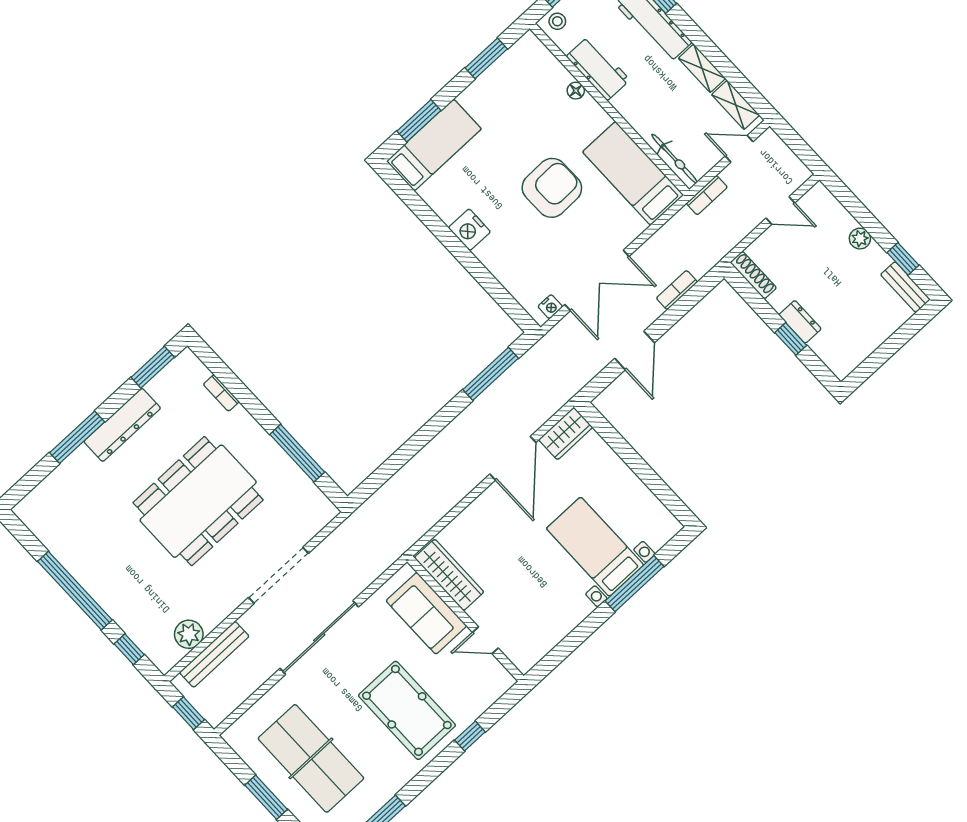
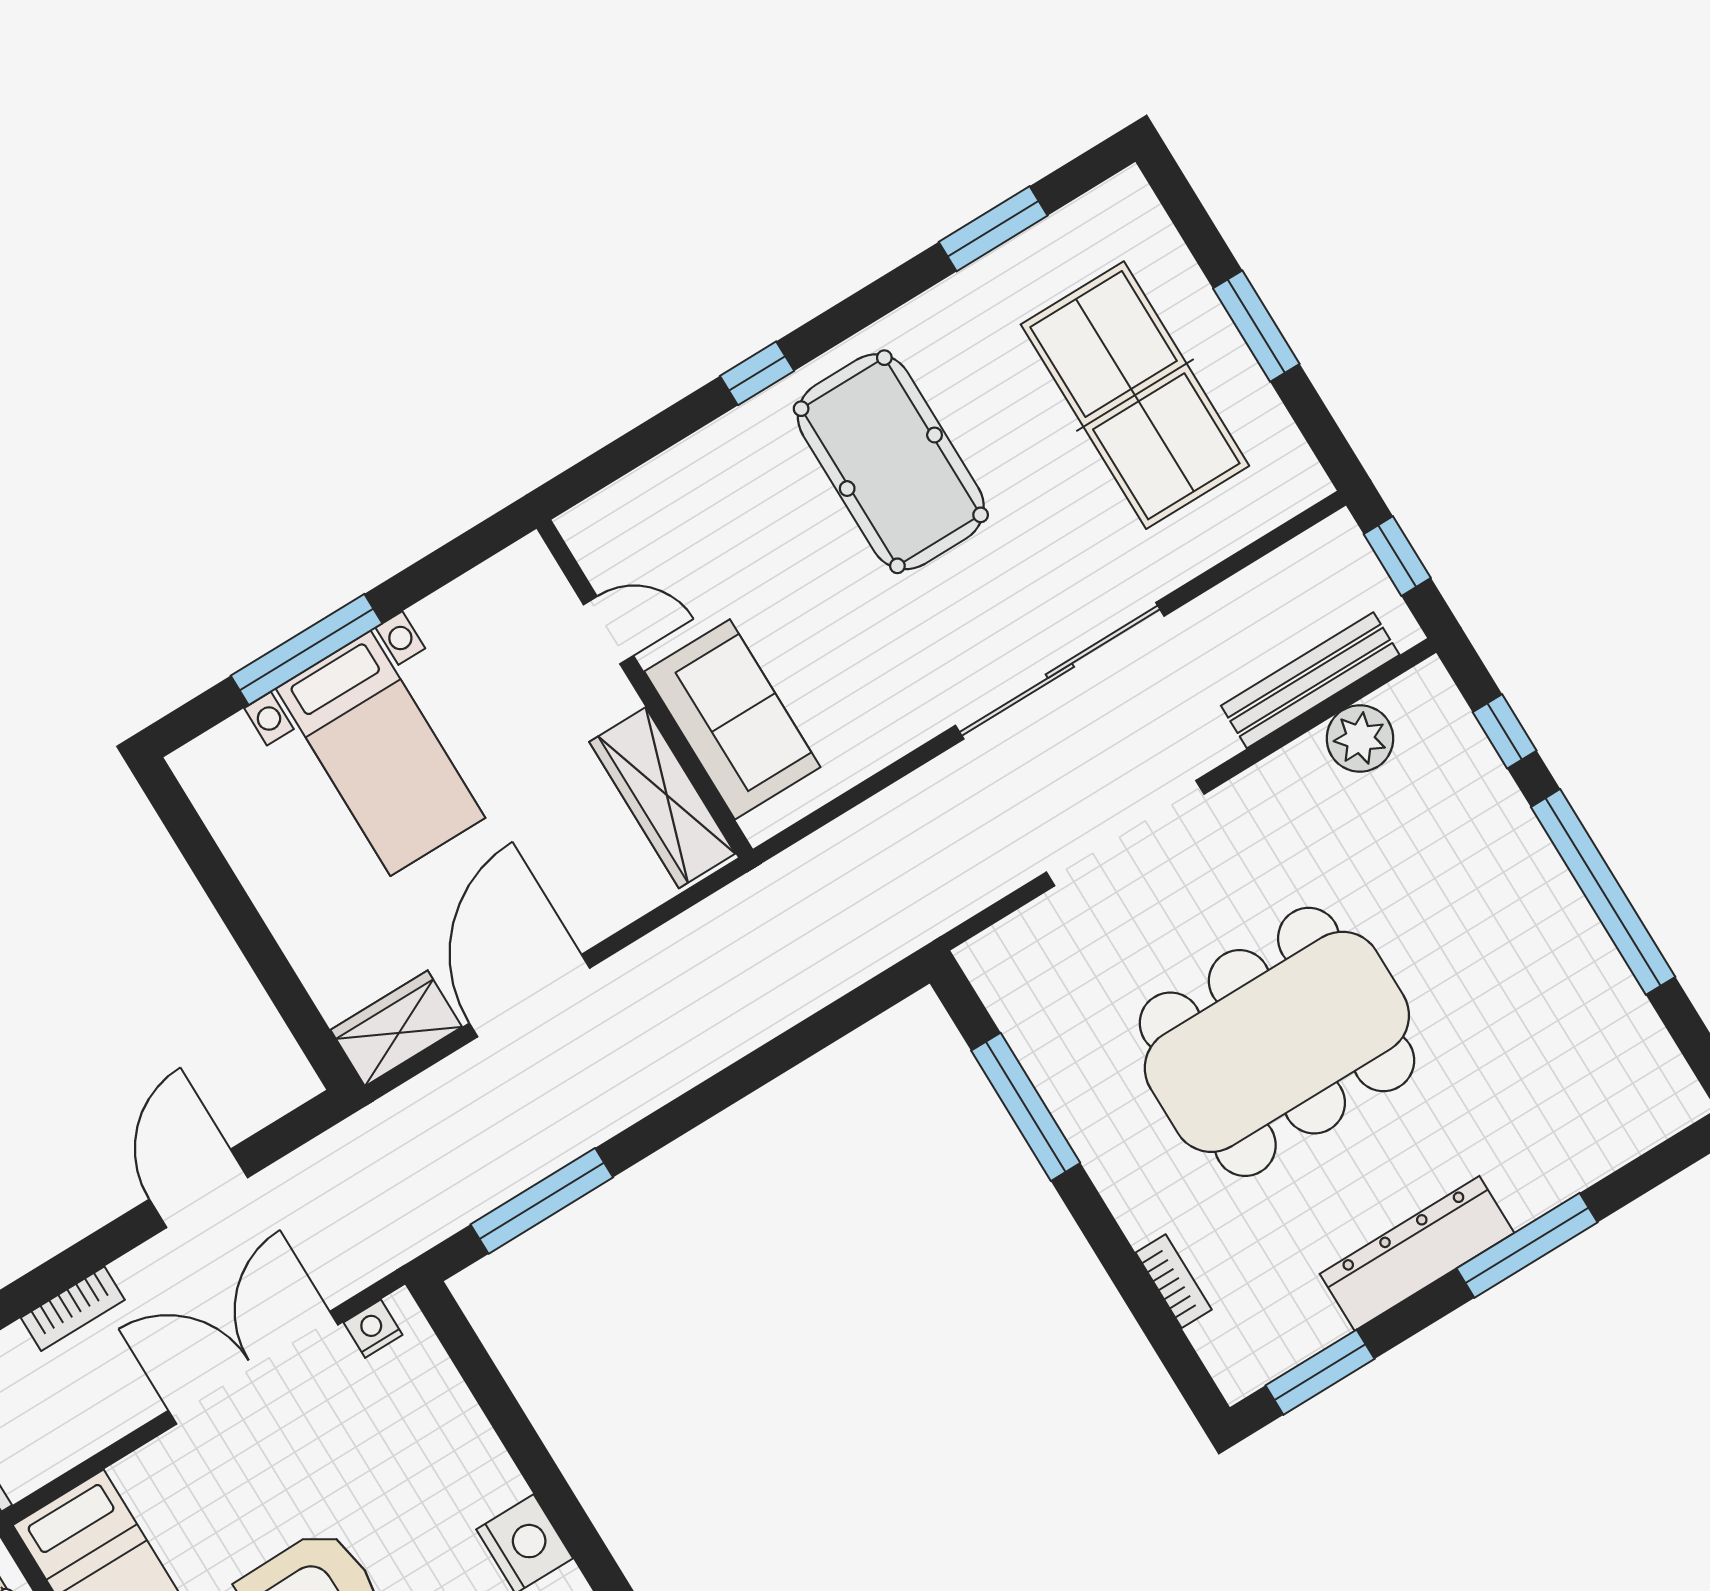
wardrobe: (449, 575) -> (662, 798), moved
sofa: (426, 613) -> (732, 719), moved
wall: (465, 619) -> (645, 689), moved
door: (485, 640) -> (609, 630), moved

